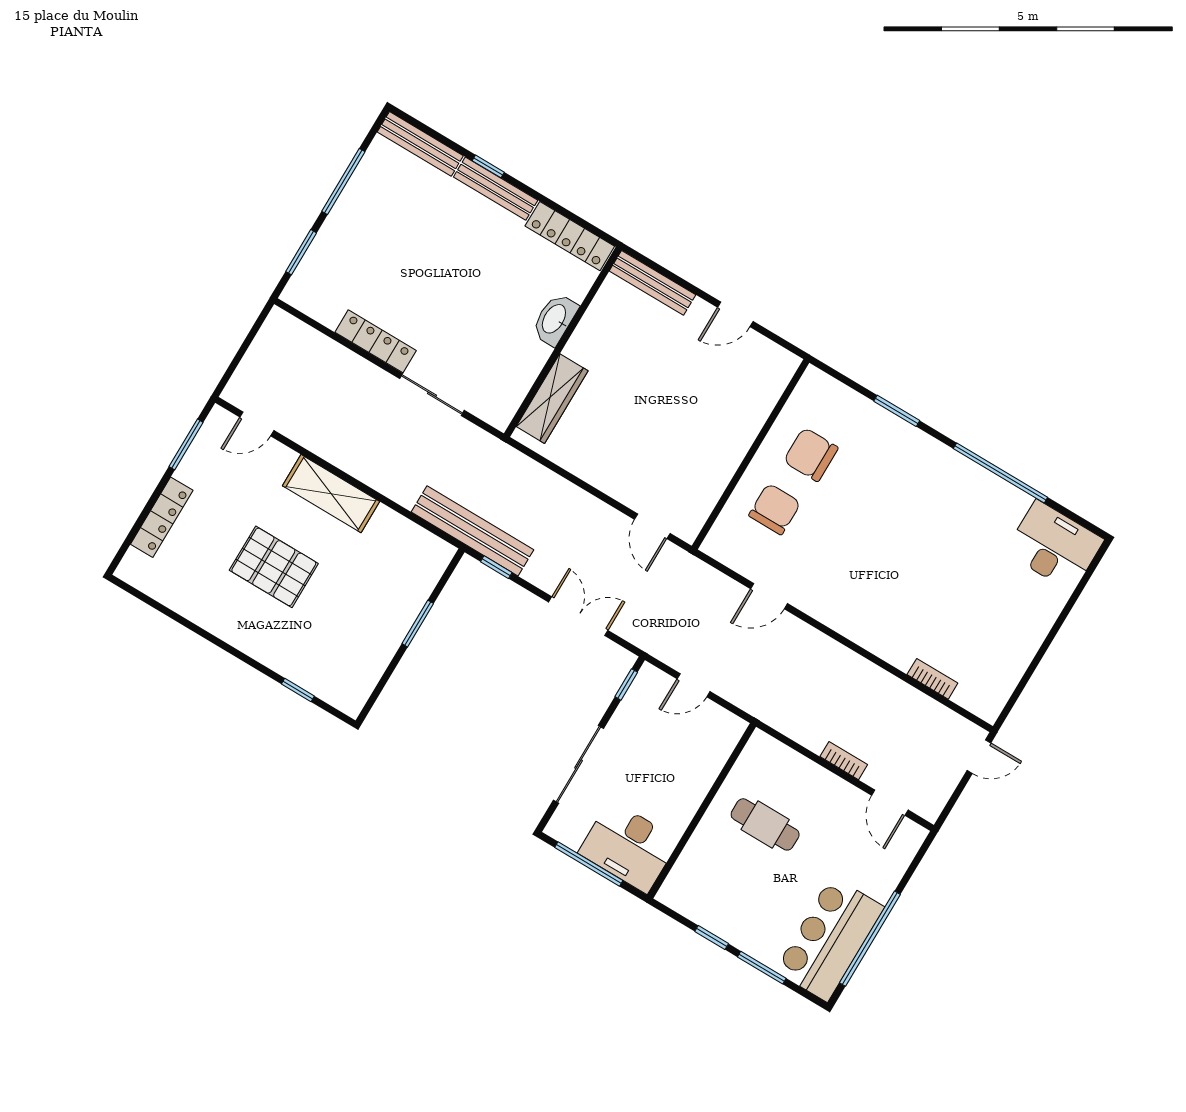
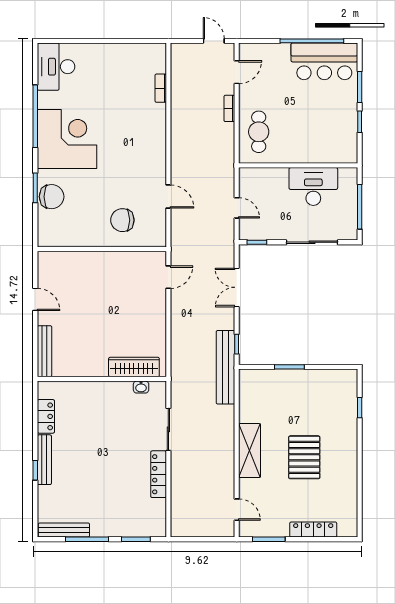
bench: (420, 144) -> (64, 530), moved, turned 90
locker: (570, 236) -> (46, 416), width x0.66
washbasin: (555, 319) -> (141, 387), moved, width x0.52, depth x0.69
chair: (811, 455) -> (52, 197), moved, turned -90
corner desk: (940, 499) -> (67, 139), added
door: (979, 757) -> (214, 41), moved
cafe table: (765, 824) -> (259, 132), moved
desk: (629, 846) -> (313, 187), moved, turned -90

